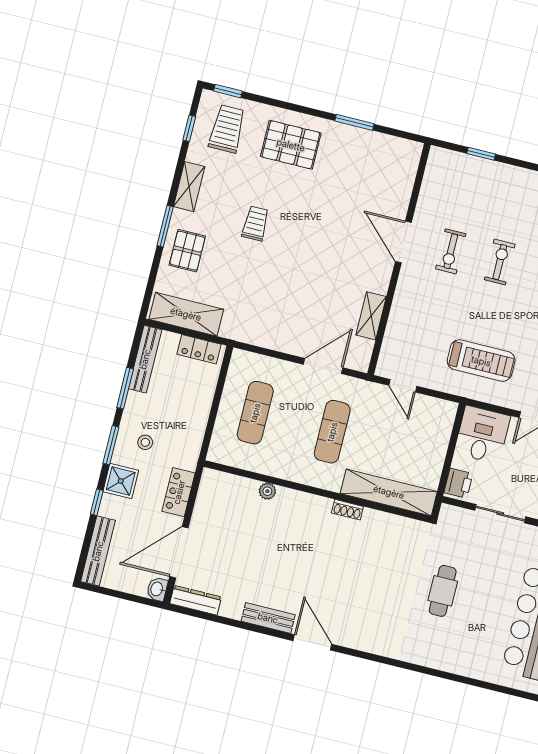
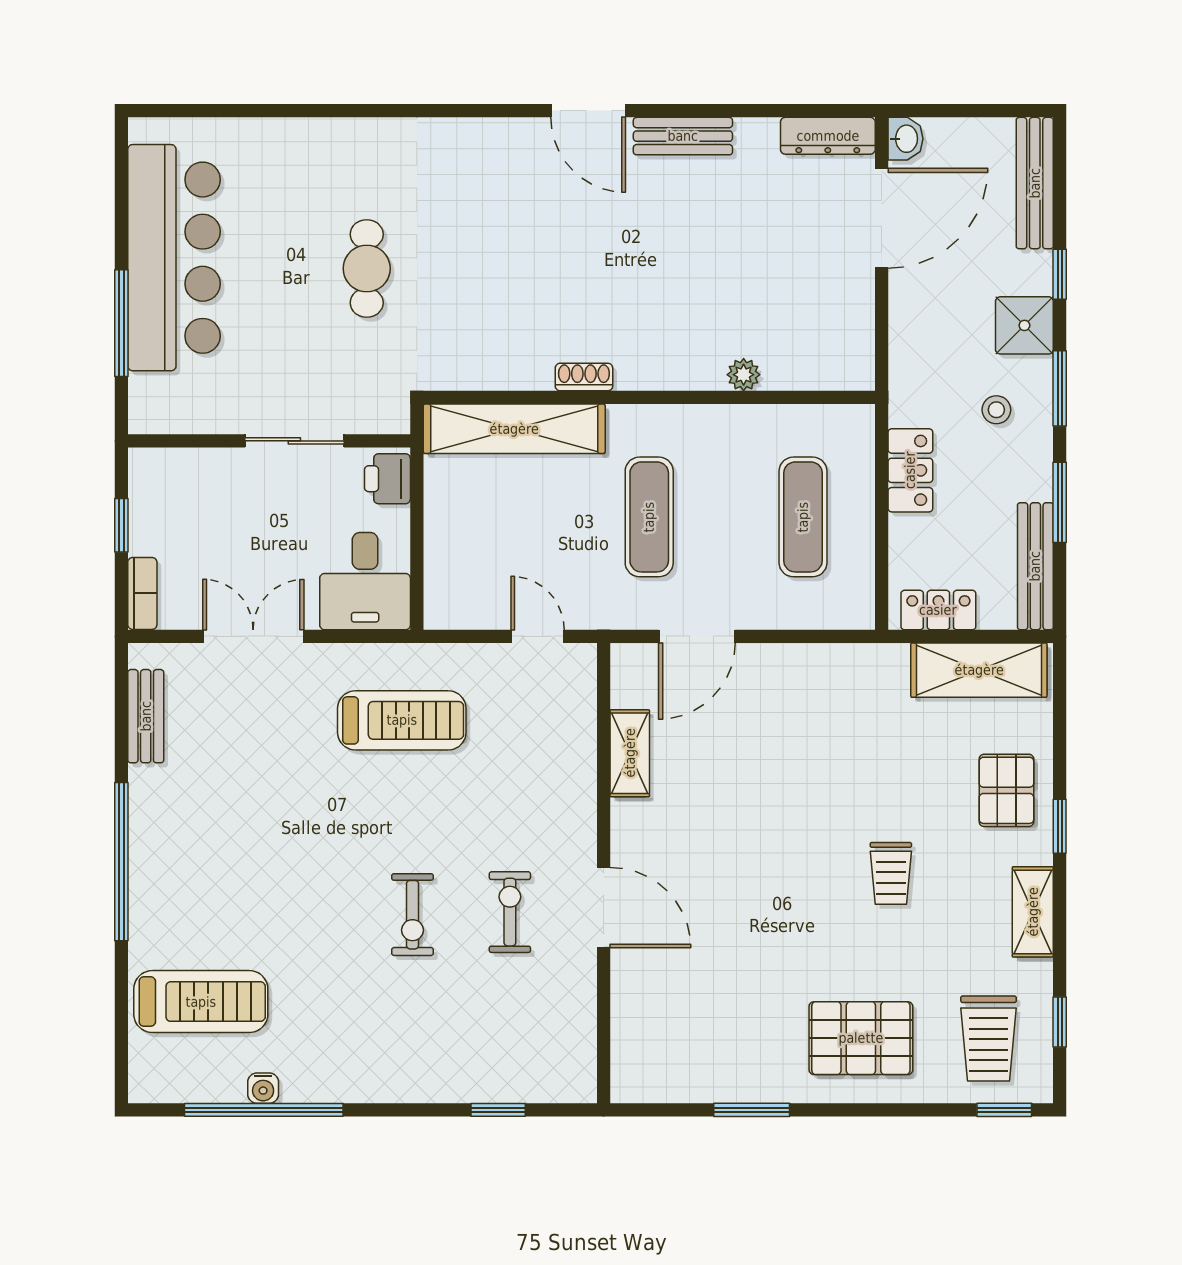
window: (165, 226) -> (1060, 826), width x0.67
treadmill: (481, 361) -> (402, 720), turned 180
locker: (179, 492) -> (910, 470), moved

